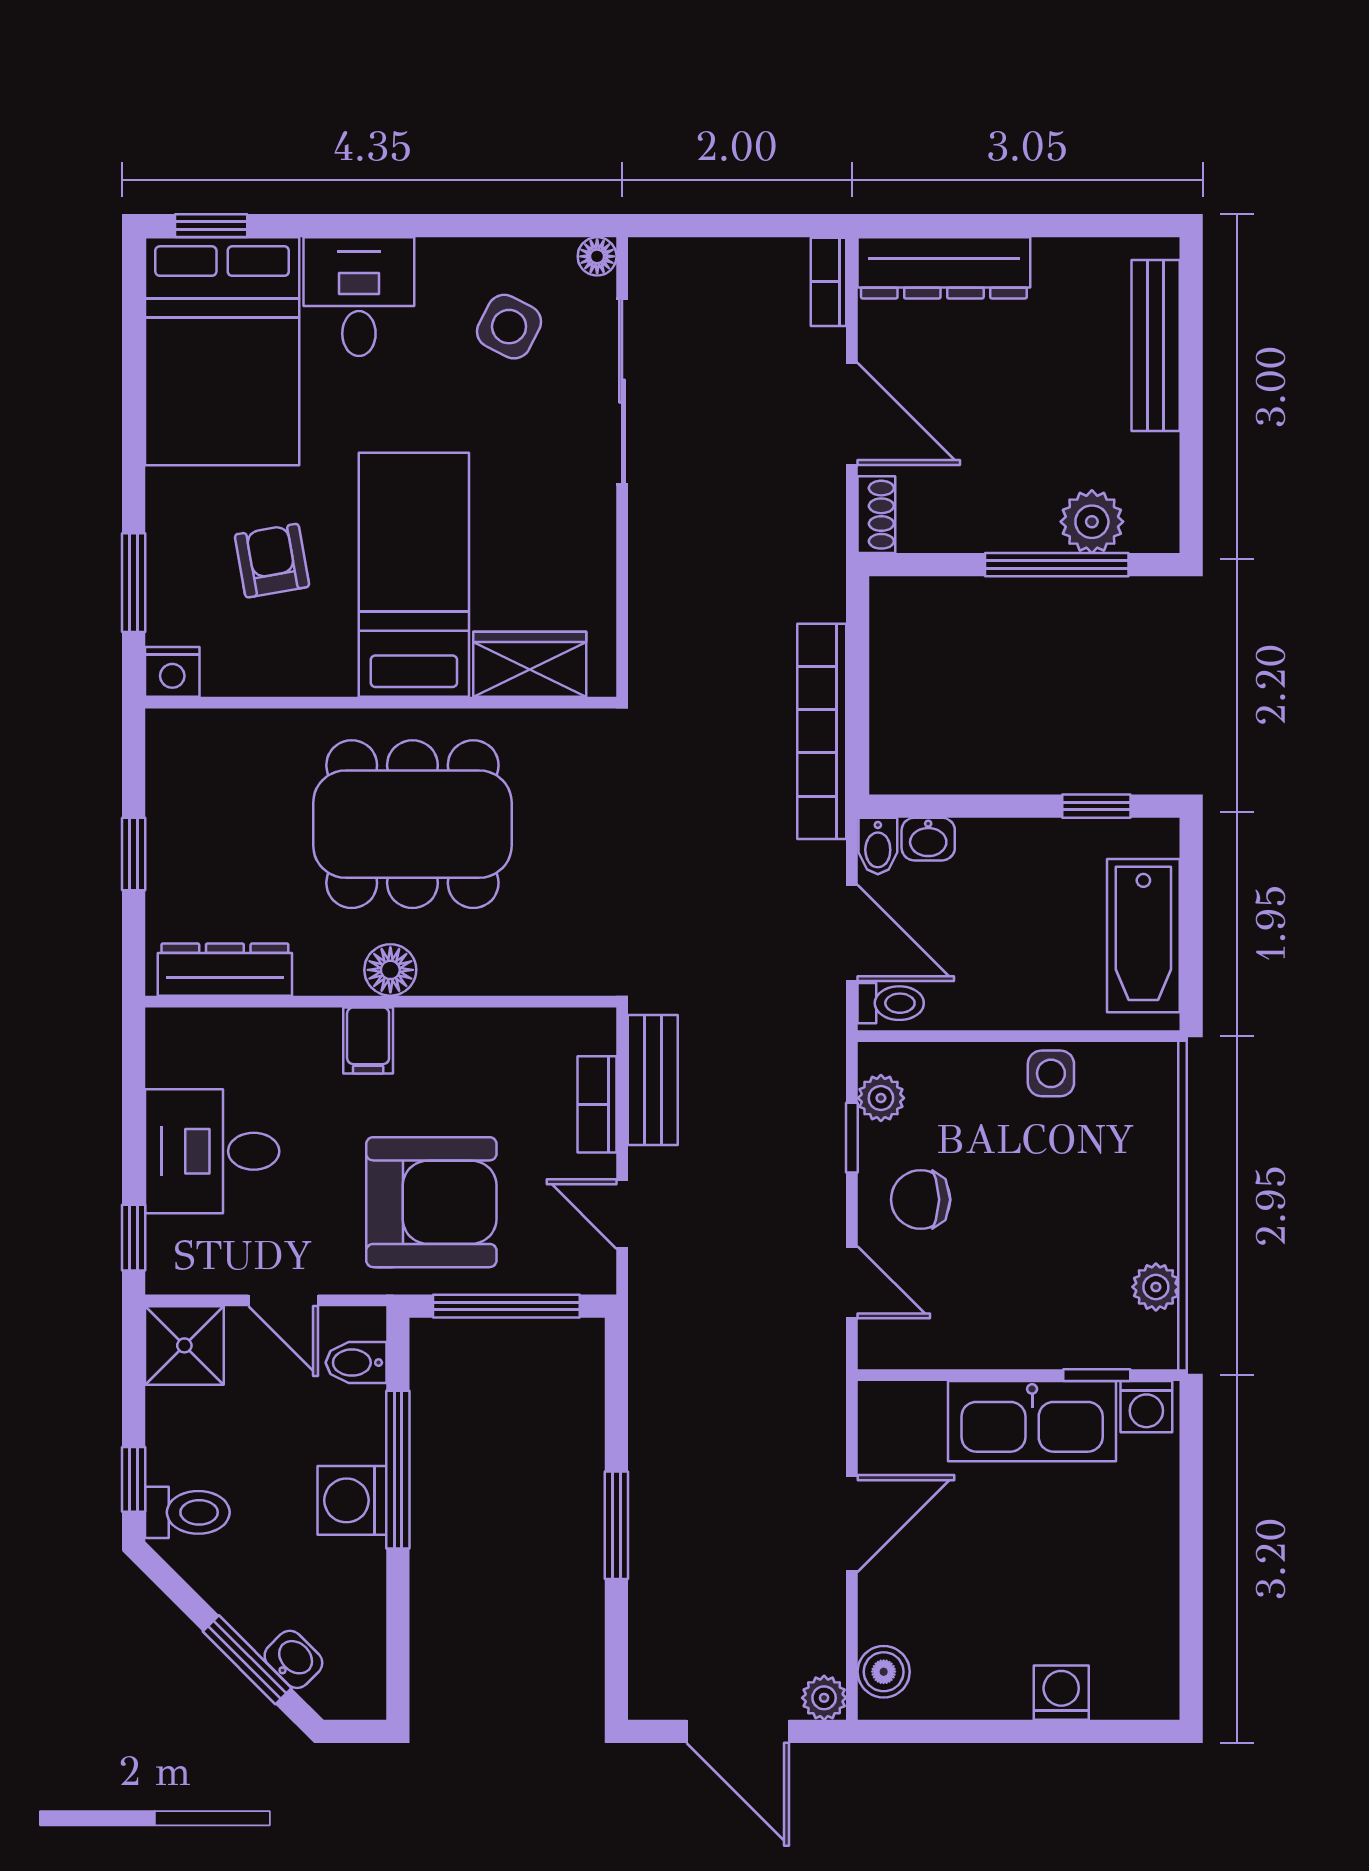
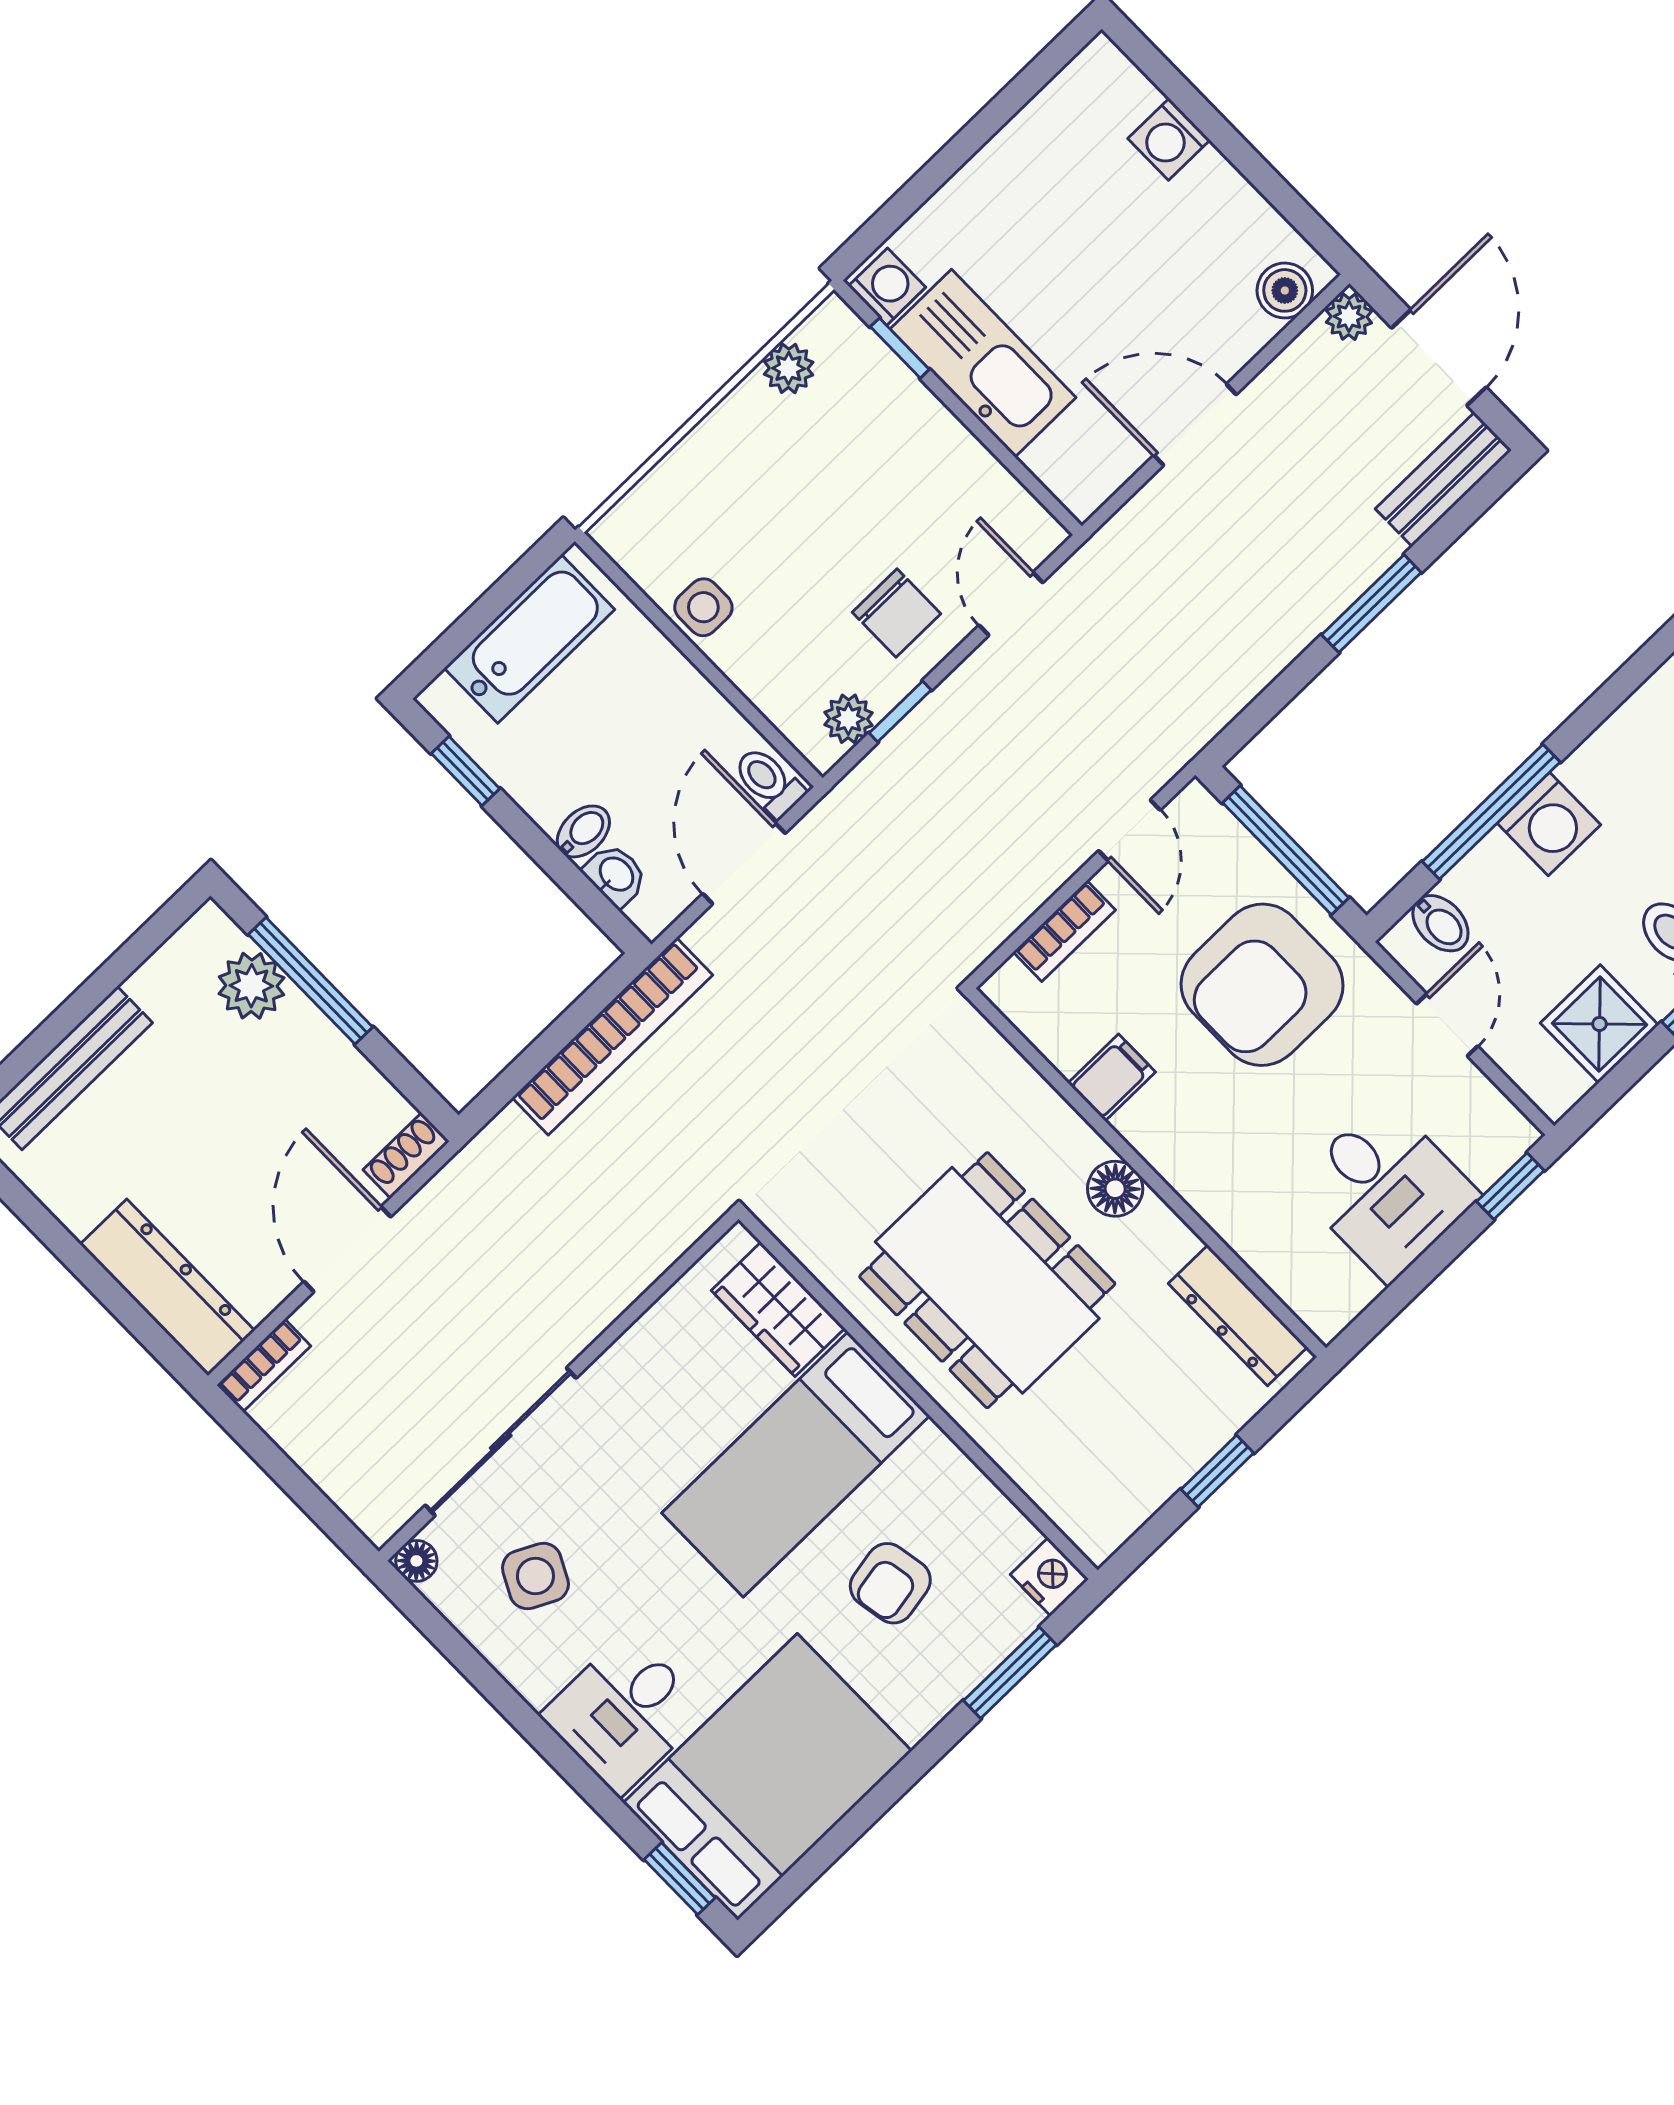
bidet: (878, 846) -> (583, 831), moved
filing cabinet: (368, 1040) -> (1112, 1078), moved
bench: (653, 1080) -> (1443, 479), moved
armchair: (431, 1202) -> (1262, 985), turned -90
shower: (184, 1345) -> (1599, 1024), moved

